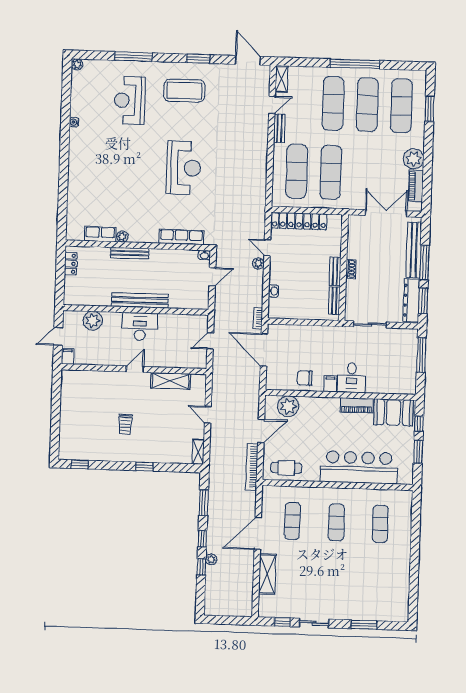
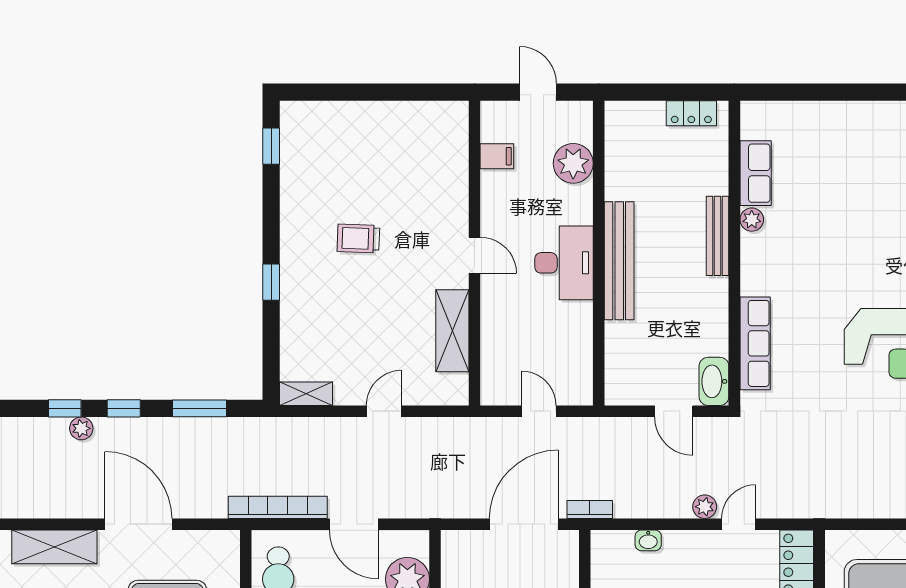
washbasin: (204, 255) -> (714, 381), width x1.91, depth x1.45
filing cabinet: (68, 356) -> (497, 156), moved

